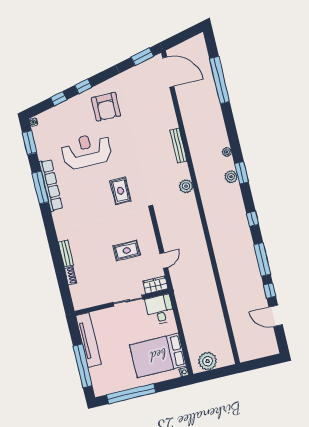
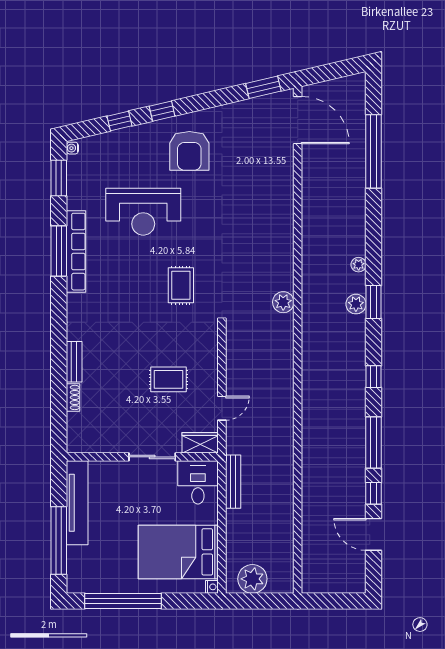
bench: (178, 145) -> (233, 482), moved
reception desk: (86, 151) -> (143, 212), turned 180

